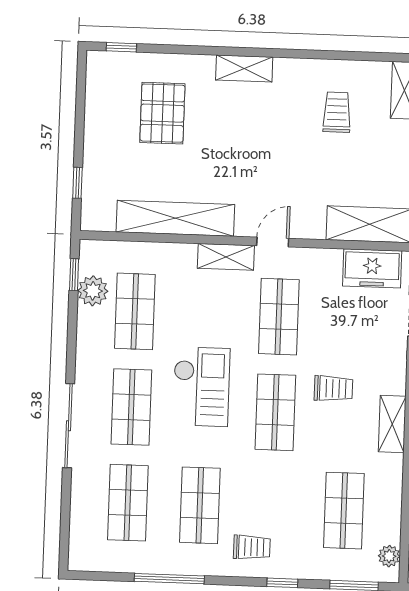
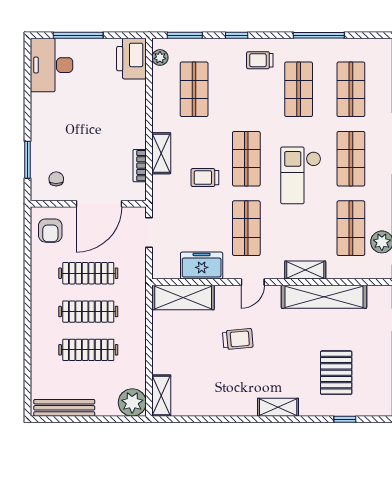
window: (121, 47) -> (345, 419), moved
trolley: (337, 112) -> (238, 339), moved, turned -95
shelving: (226, 257) -> (305, 270), moved
freezer: (372, 268) -> (202, 266), moved

